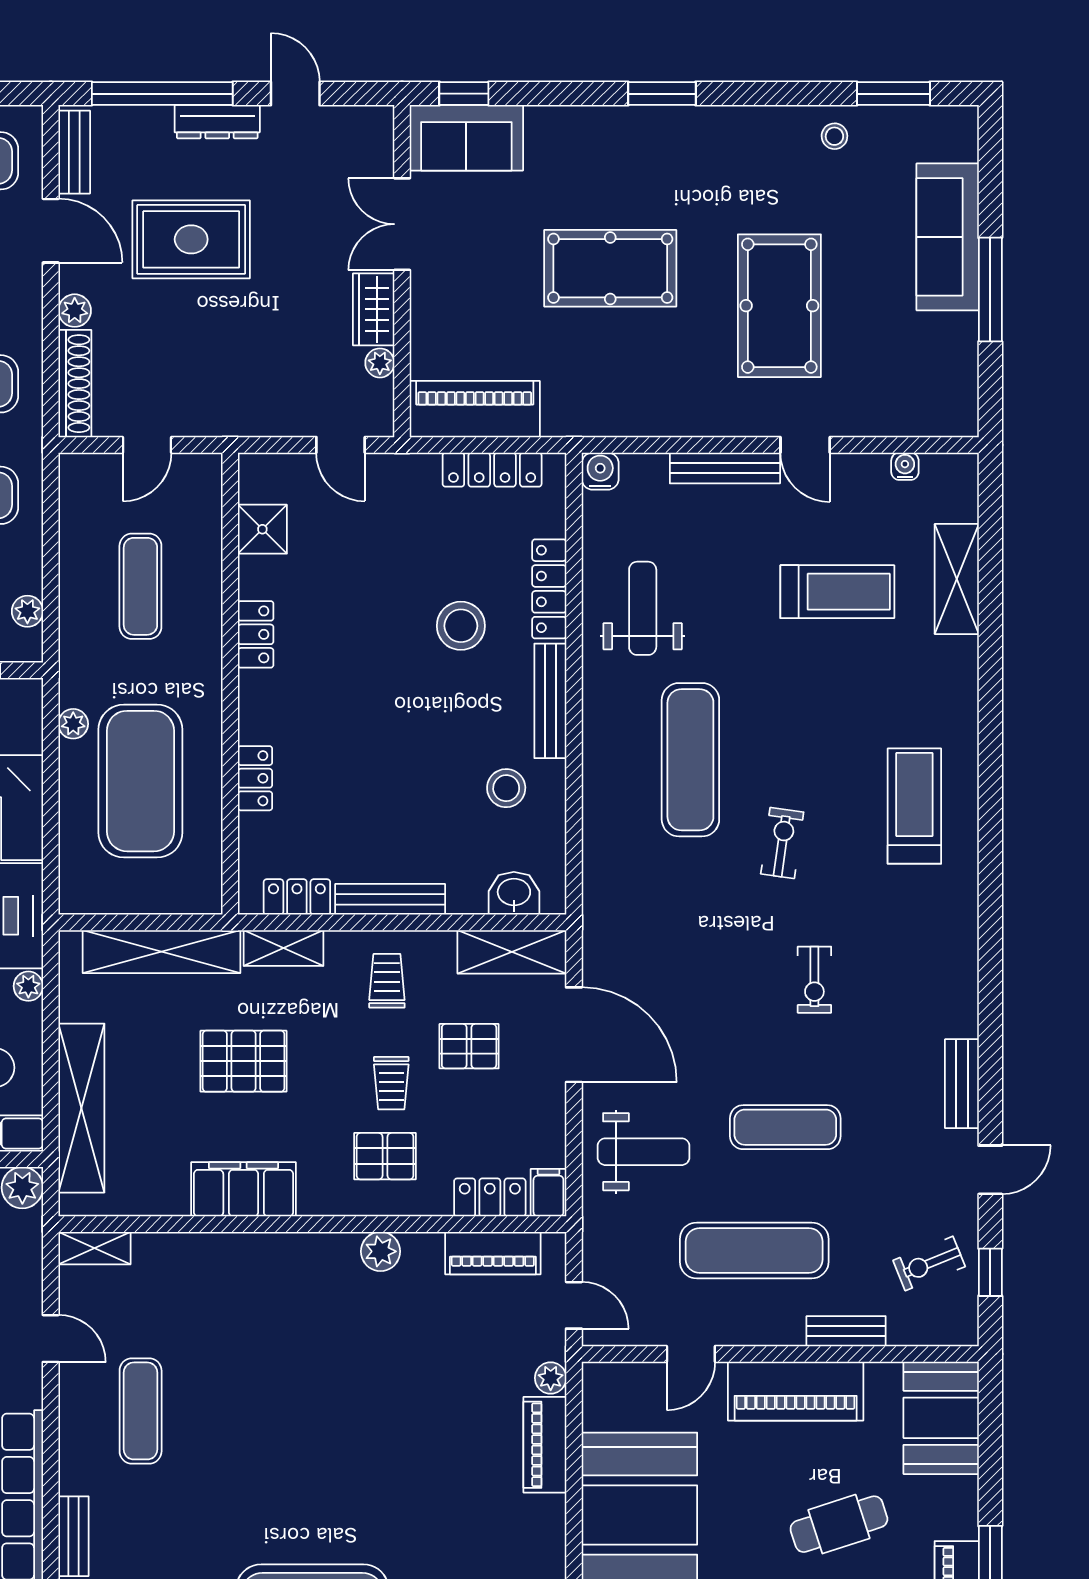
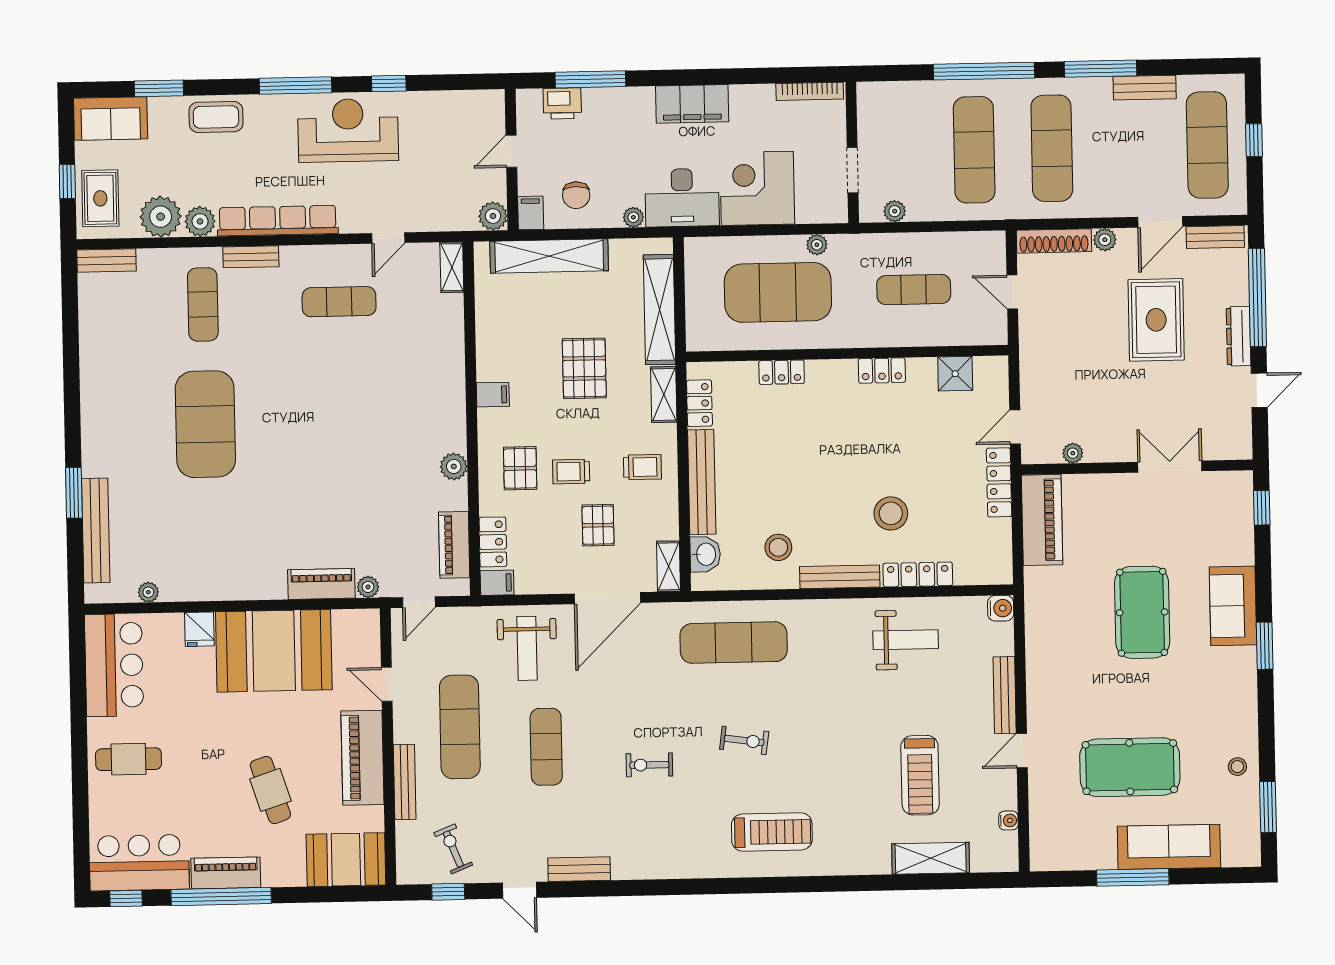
sofa: (466, 138) -> (1233, 606), moved
pool table: (779, 306) -> (1130, 767), moved
wardrobe: (374, 309) -> (1110, 448), removed
locker: (492, 470) -> (999, 482), moved
exercise mat: (690, 760) -> (734, 643), moved
bench: (390, 899) -> (702, 482), width x1.37, depth x1.21
shelving: (512, 952) -> (668, 566), width x0.67, depth x0.75
filing cabinet: (244, 1189) -> (493, 395), width x0.33, depth x0.86
bench: (846, 1331) -> (405, 782), width x1.36

